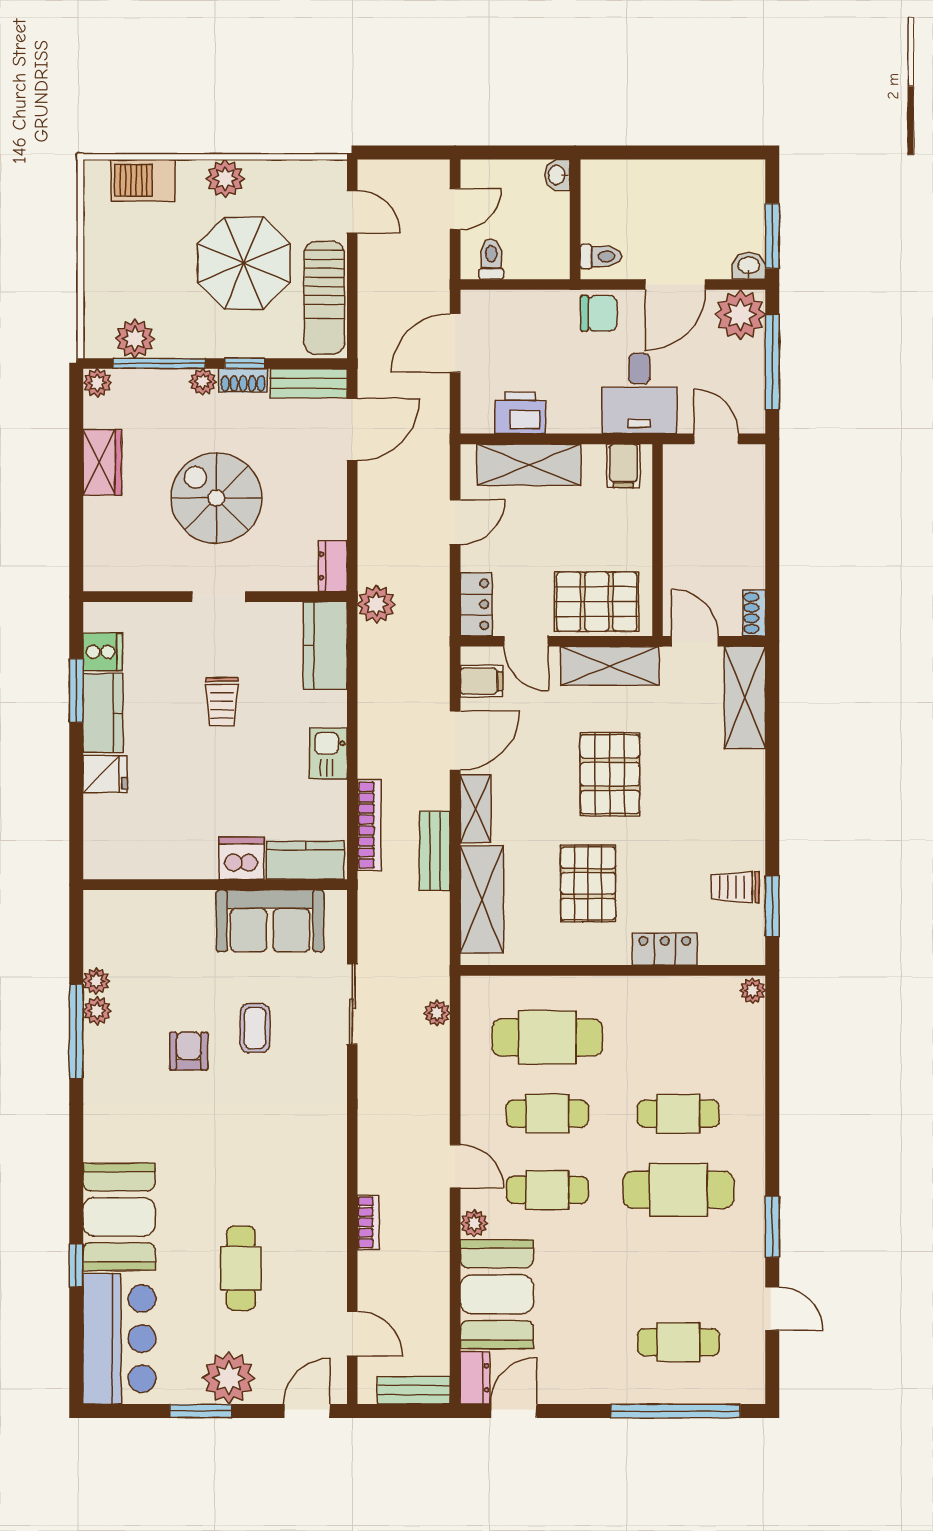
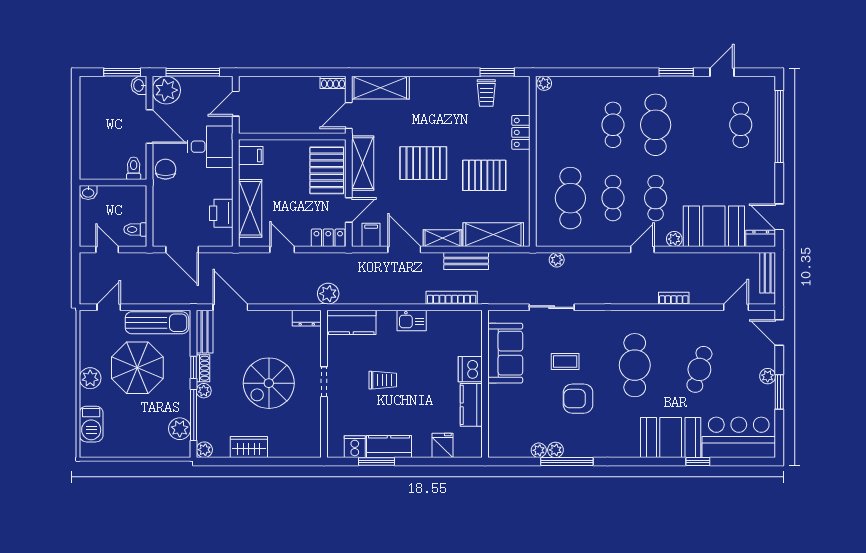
fridge: (105, 774) -> (442, 445), moved
kitchen counter: (305, 860) -> (471, 405), moved
armchair: (189, 1051) -> (578, 399), width x1.38, depth x1.38
cafe table: (249, 1153) -> (635, 365), added
cafe table: (241, 1268) -> (699, 369), turned -74
plant: (229, 1378) -> (768, 376), width x0.53, depth x0.53

